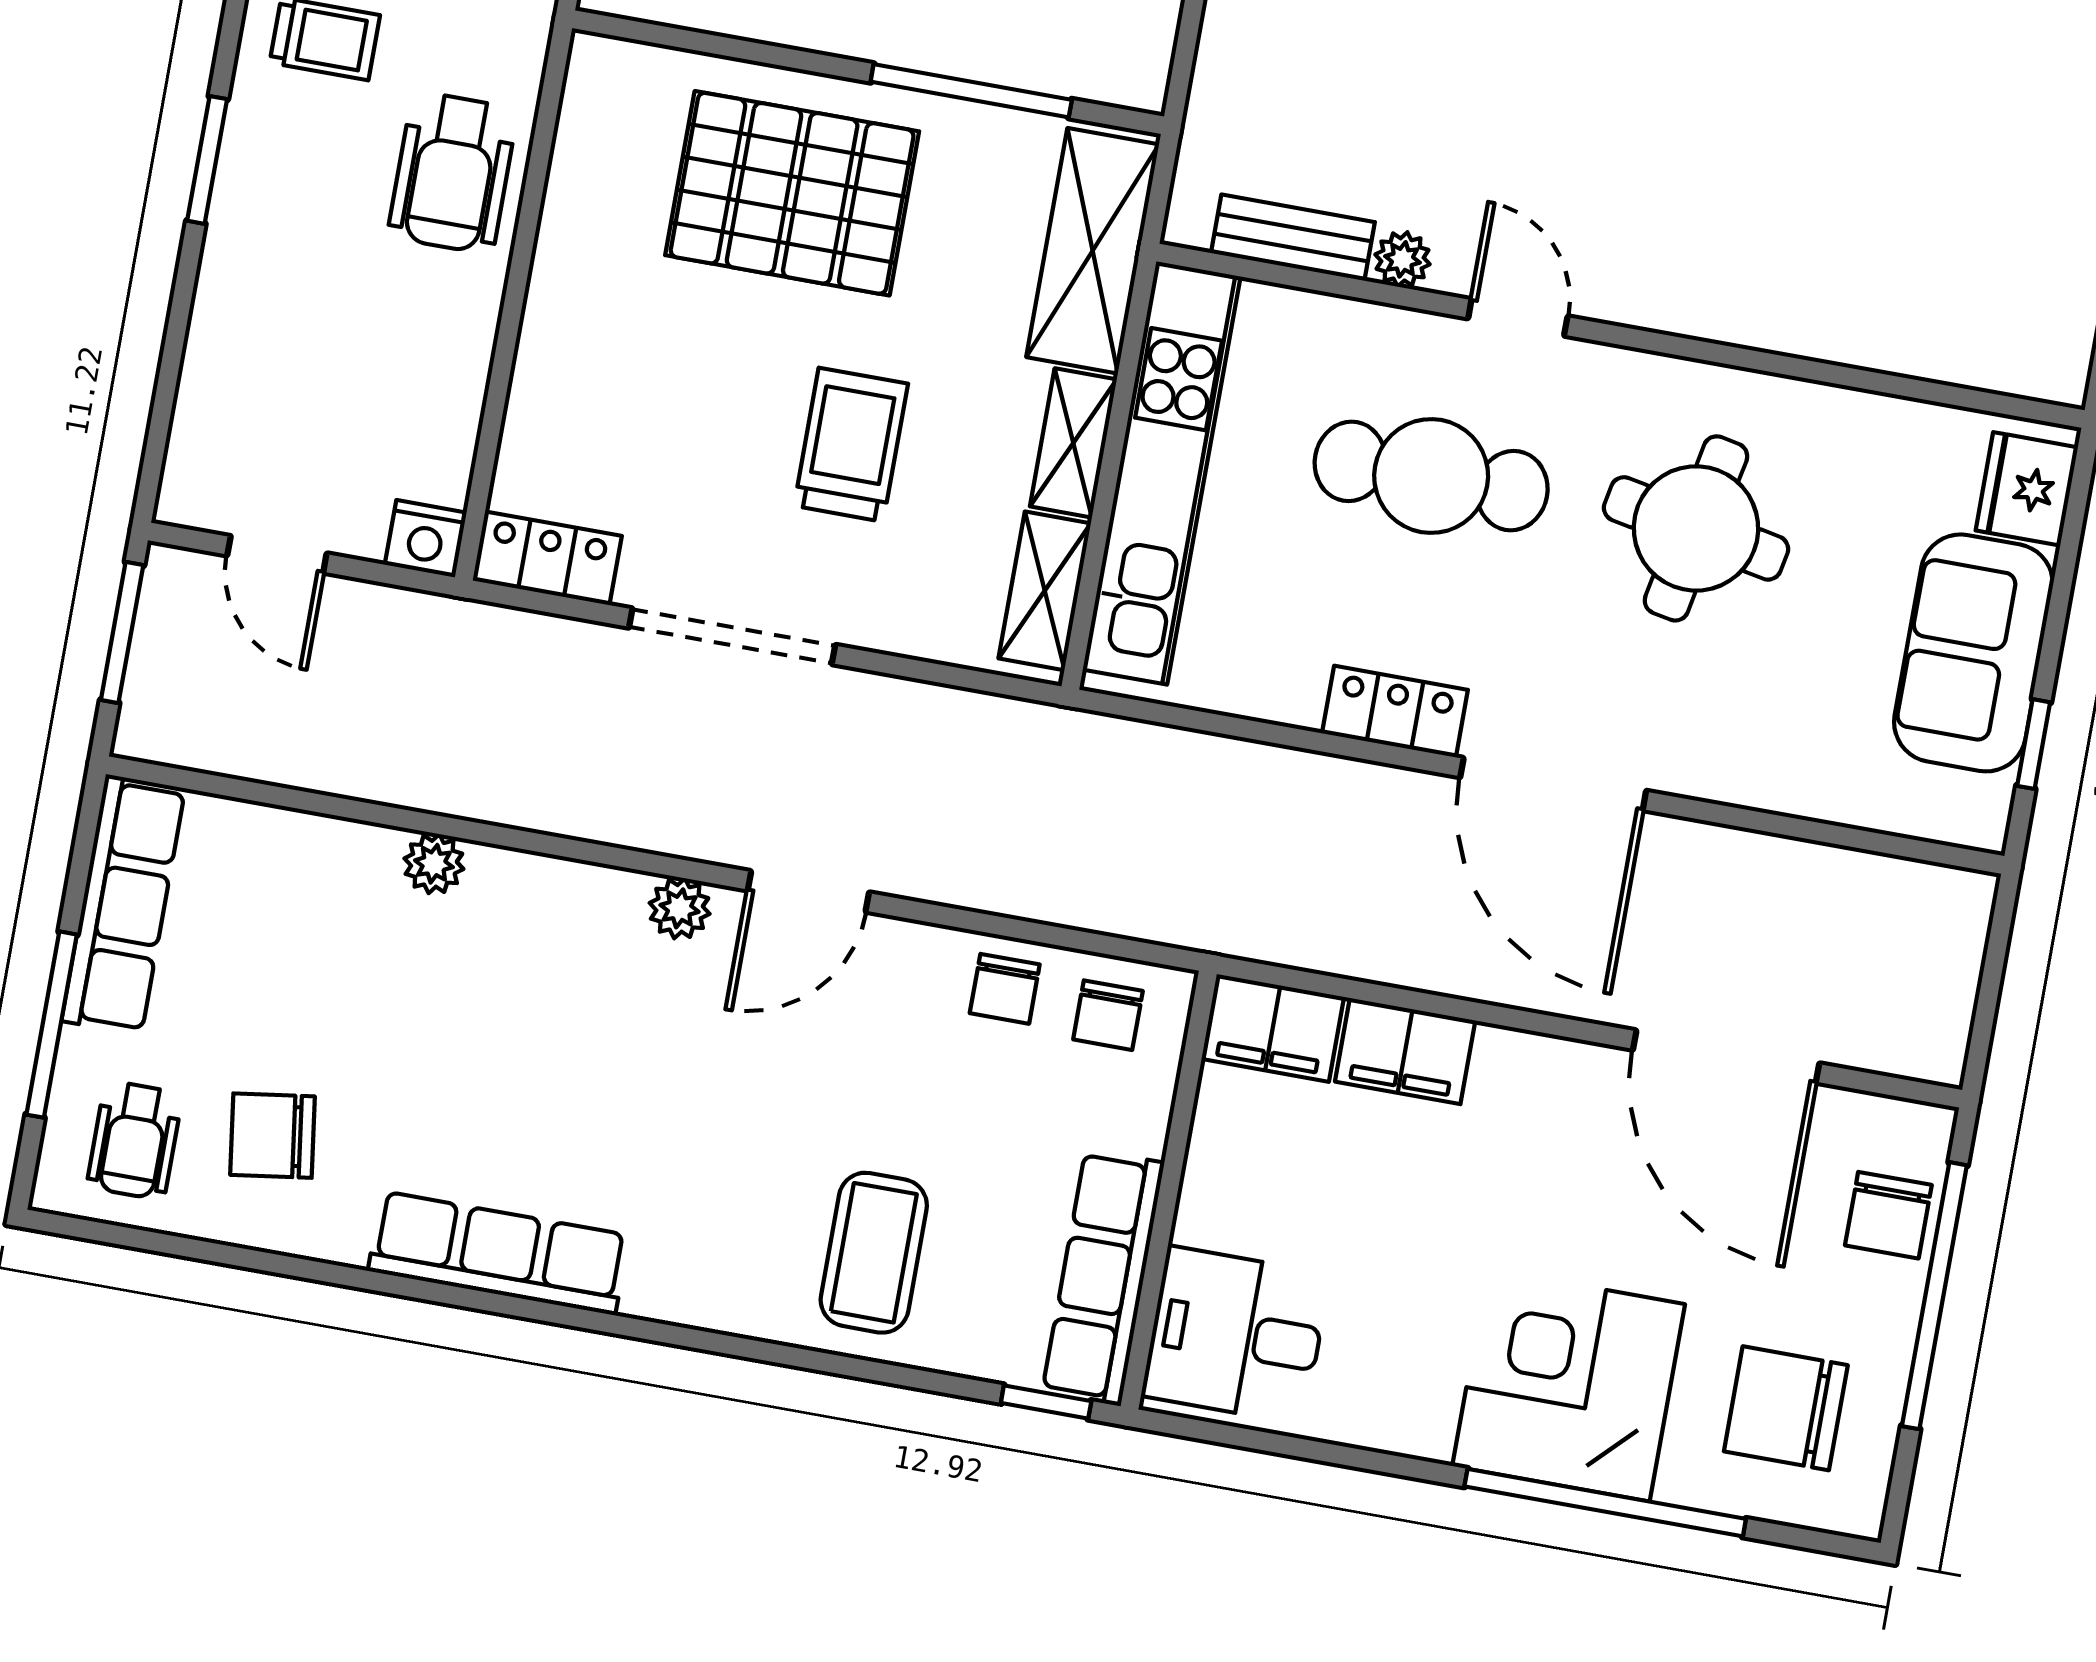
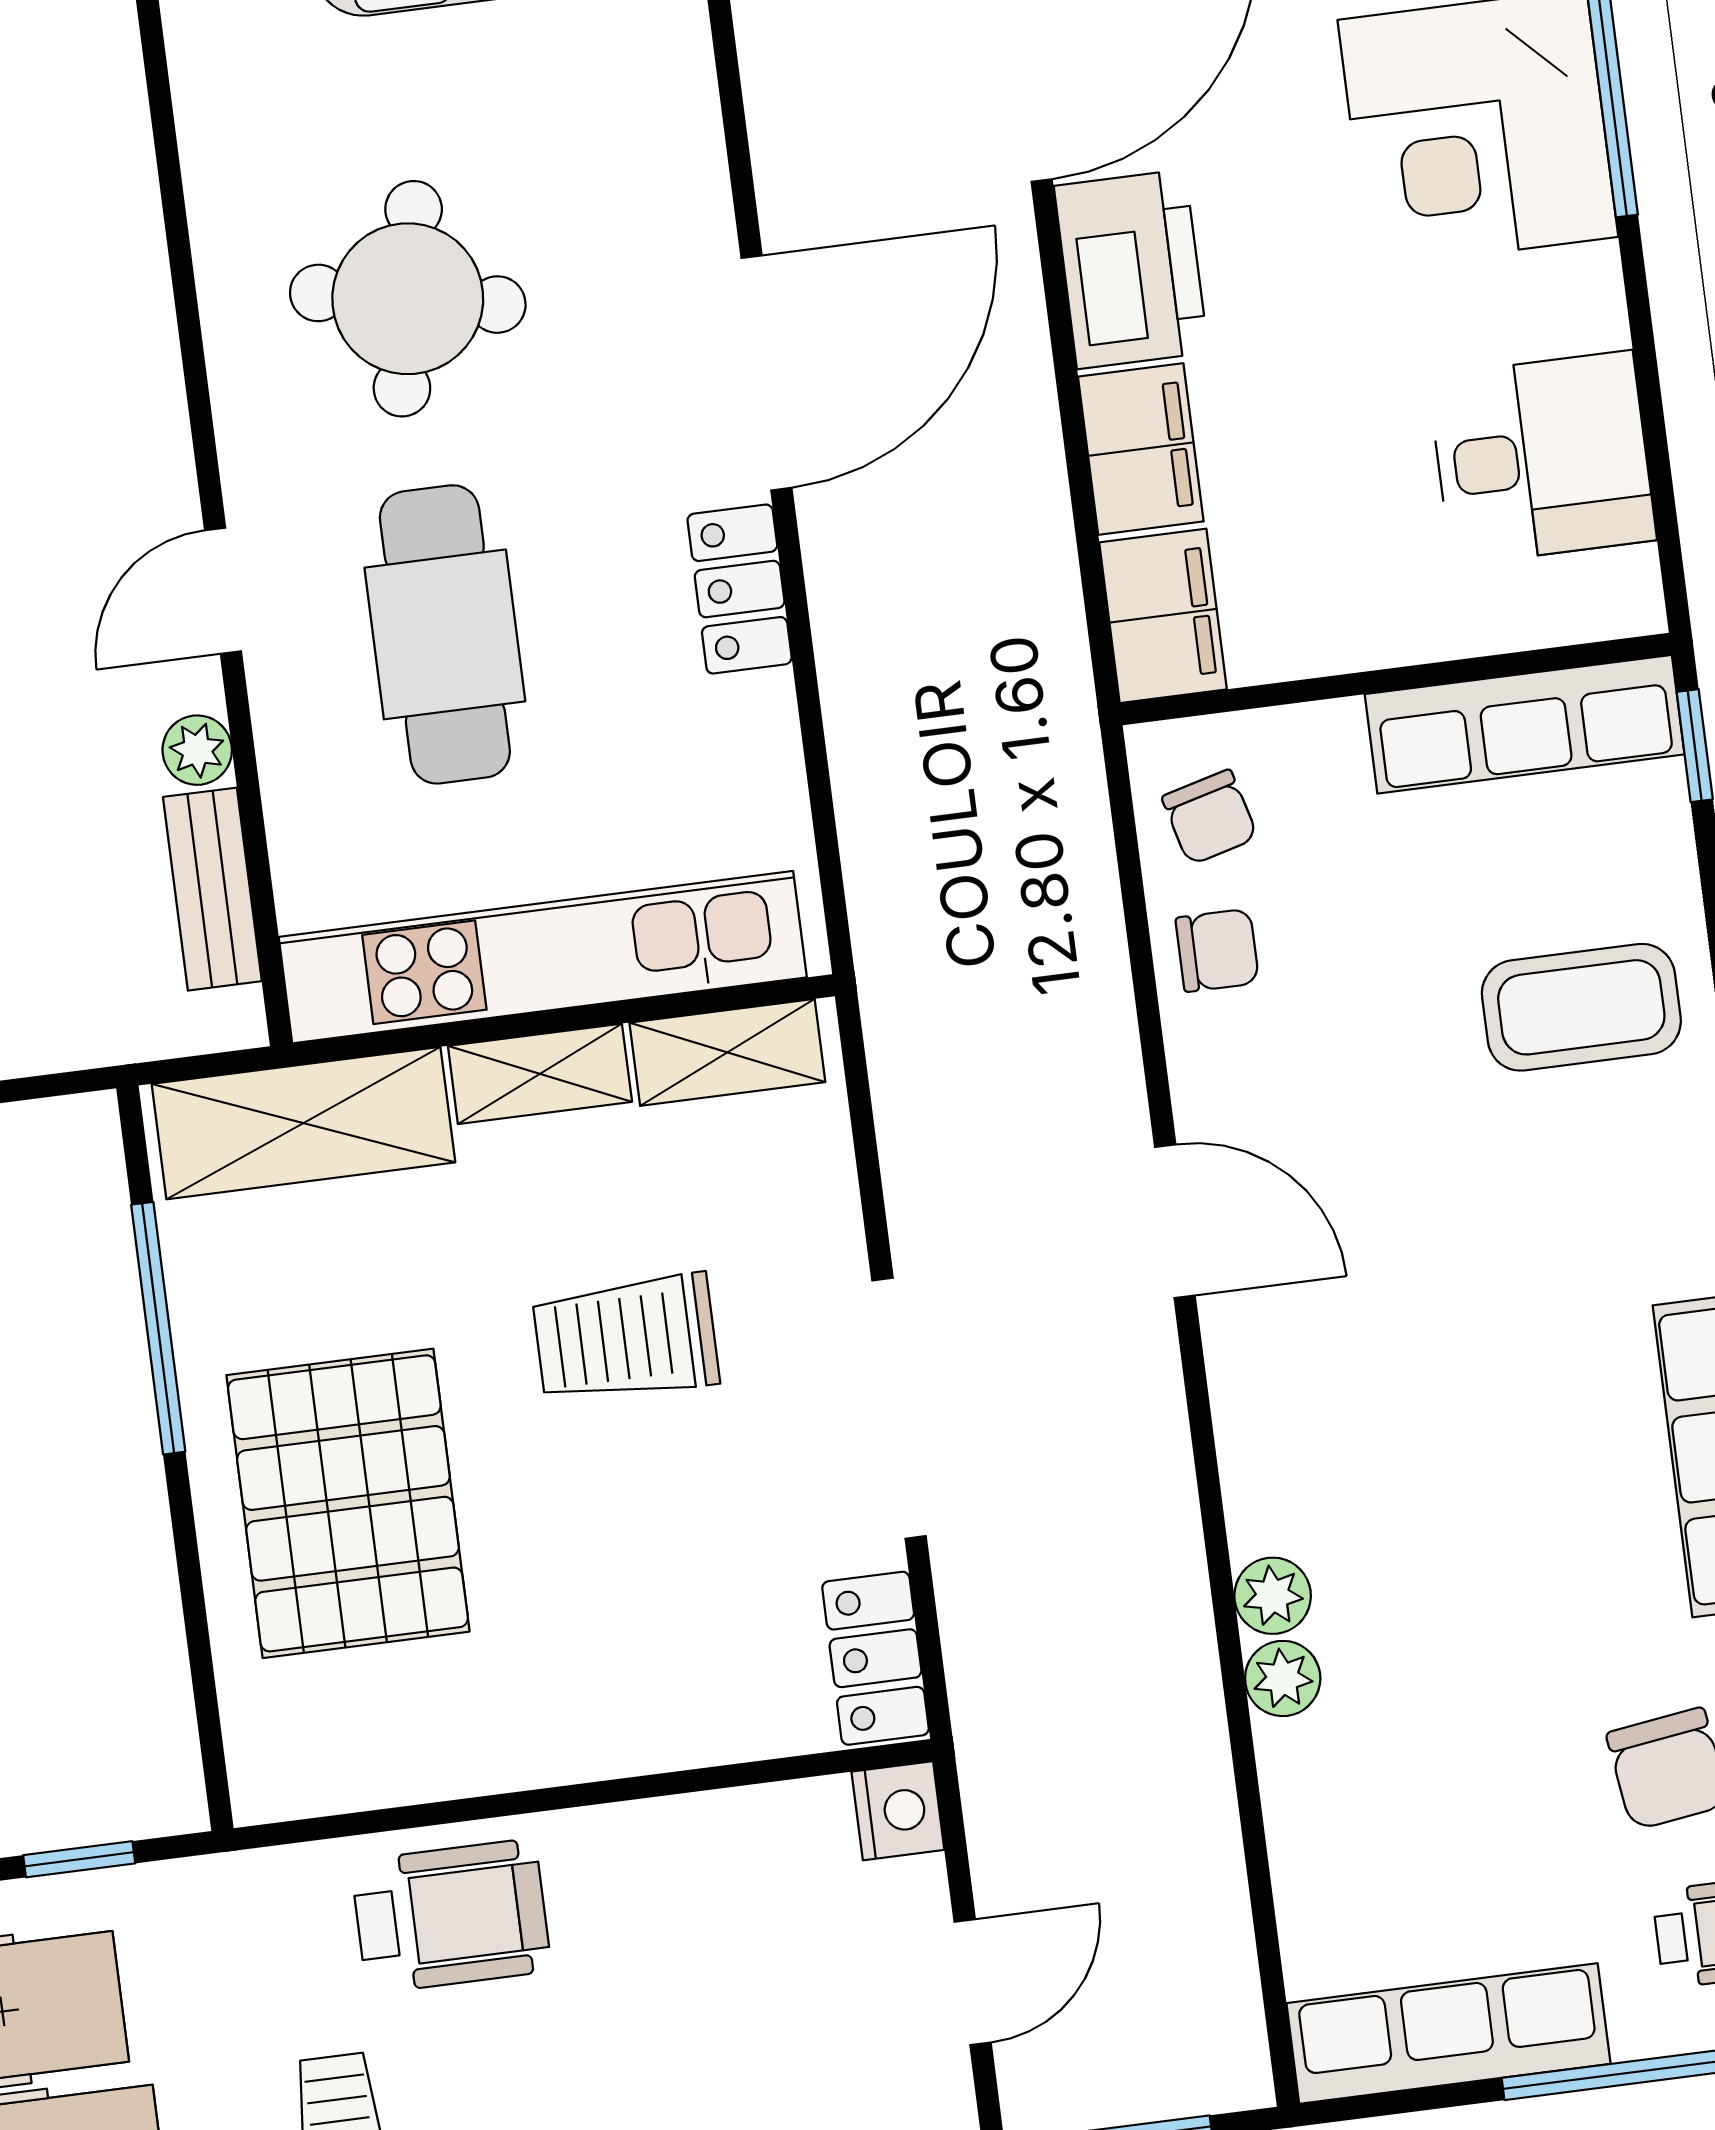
plant: (680, 908) -> (1273, 1596), moved
chair: (1108, 1015) -> (1210, 817), turned 75
printer: (1545, 1087) -> (1131, 269), added
desk: (1236, 1335) -> (1542, 458), moved, turned -90

